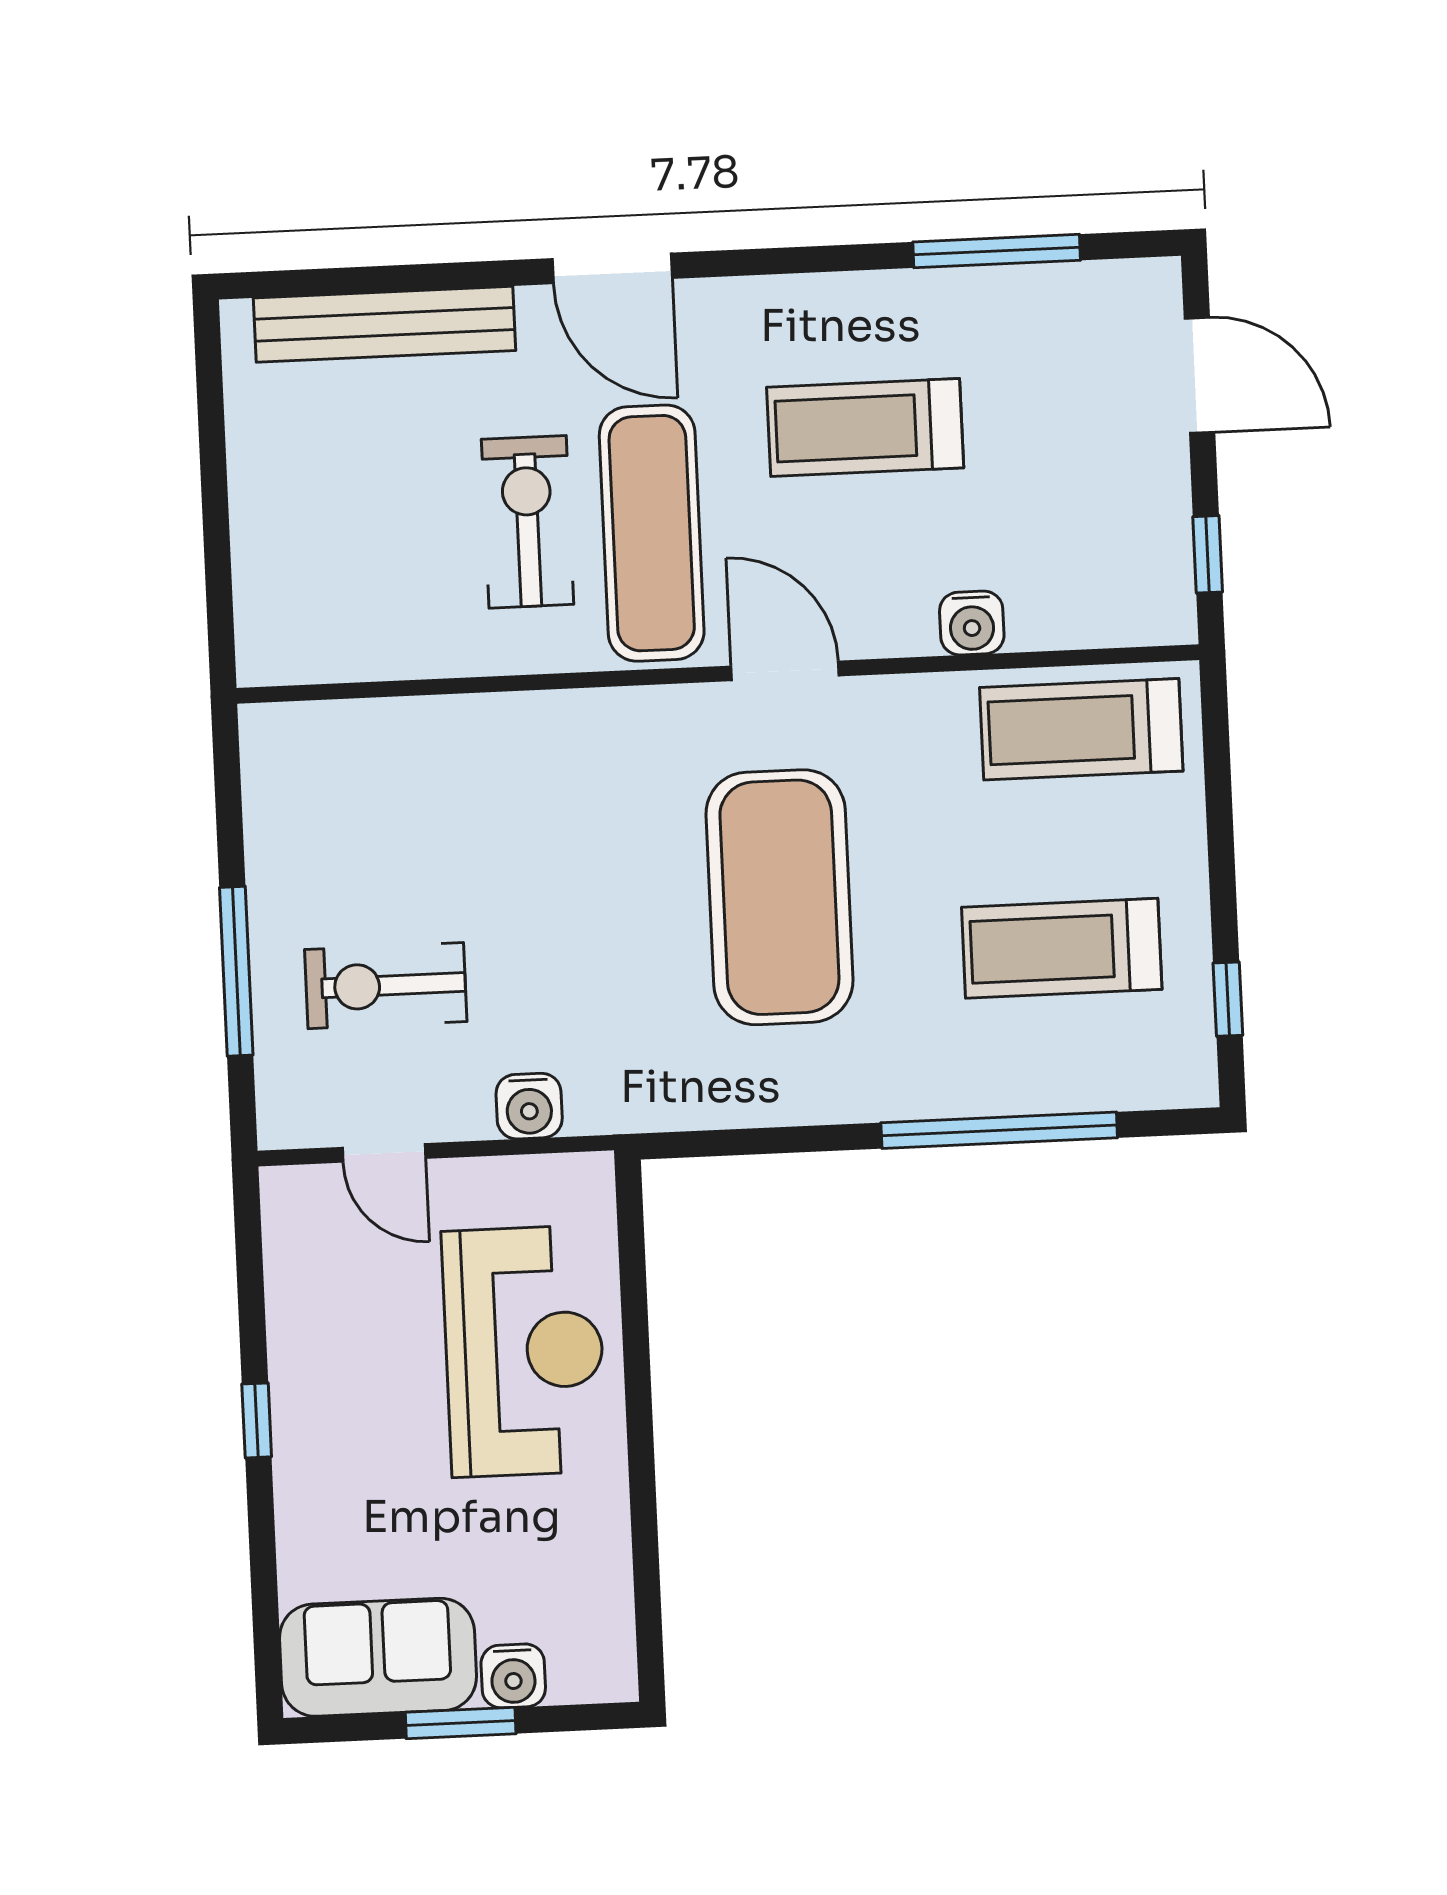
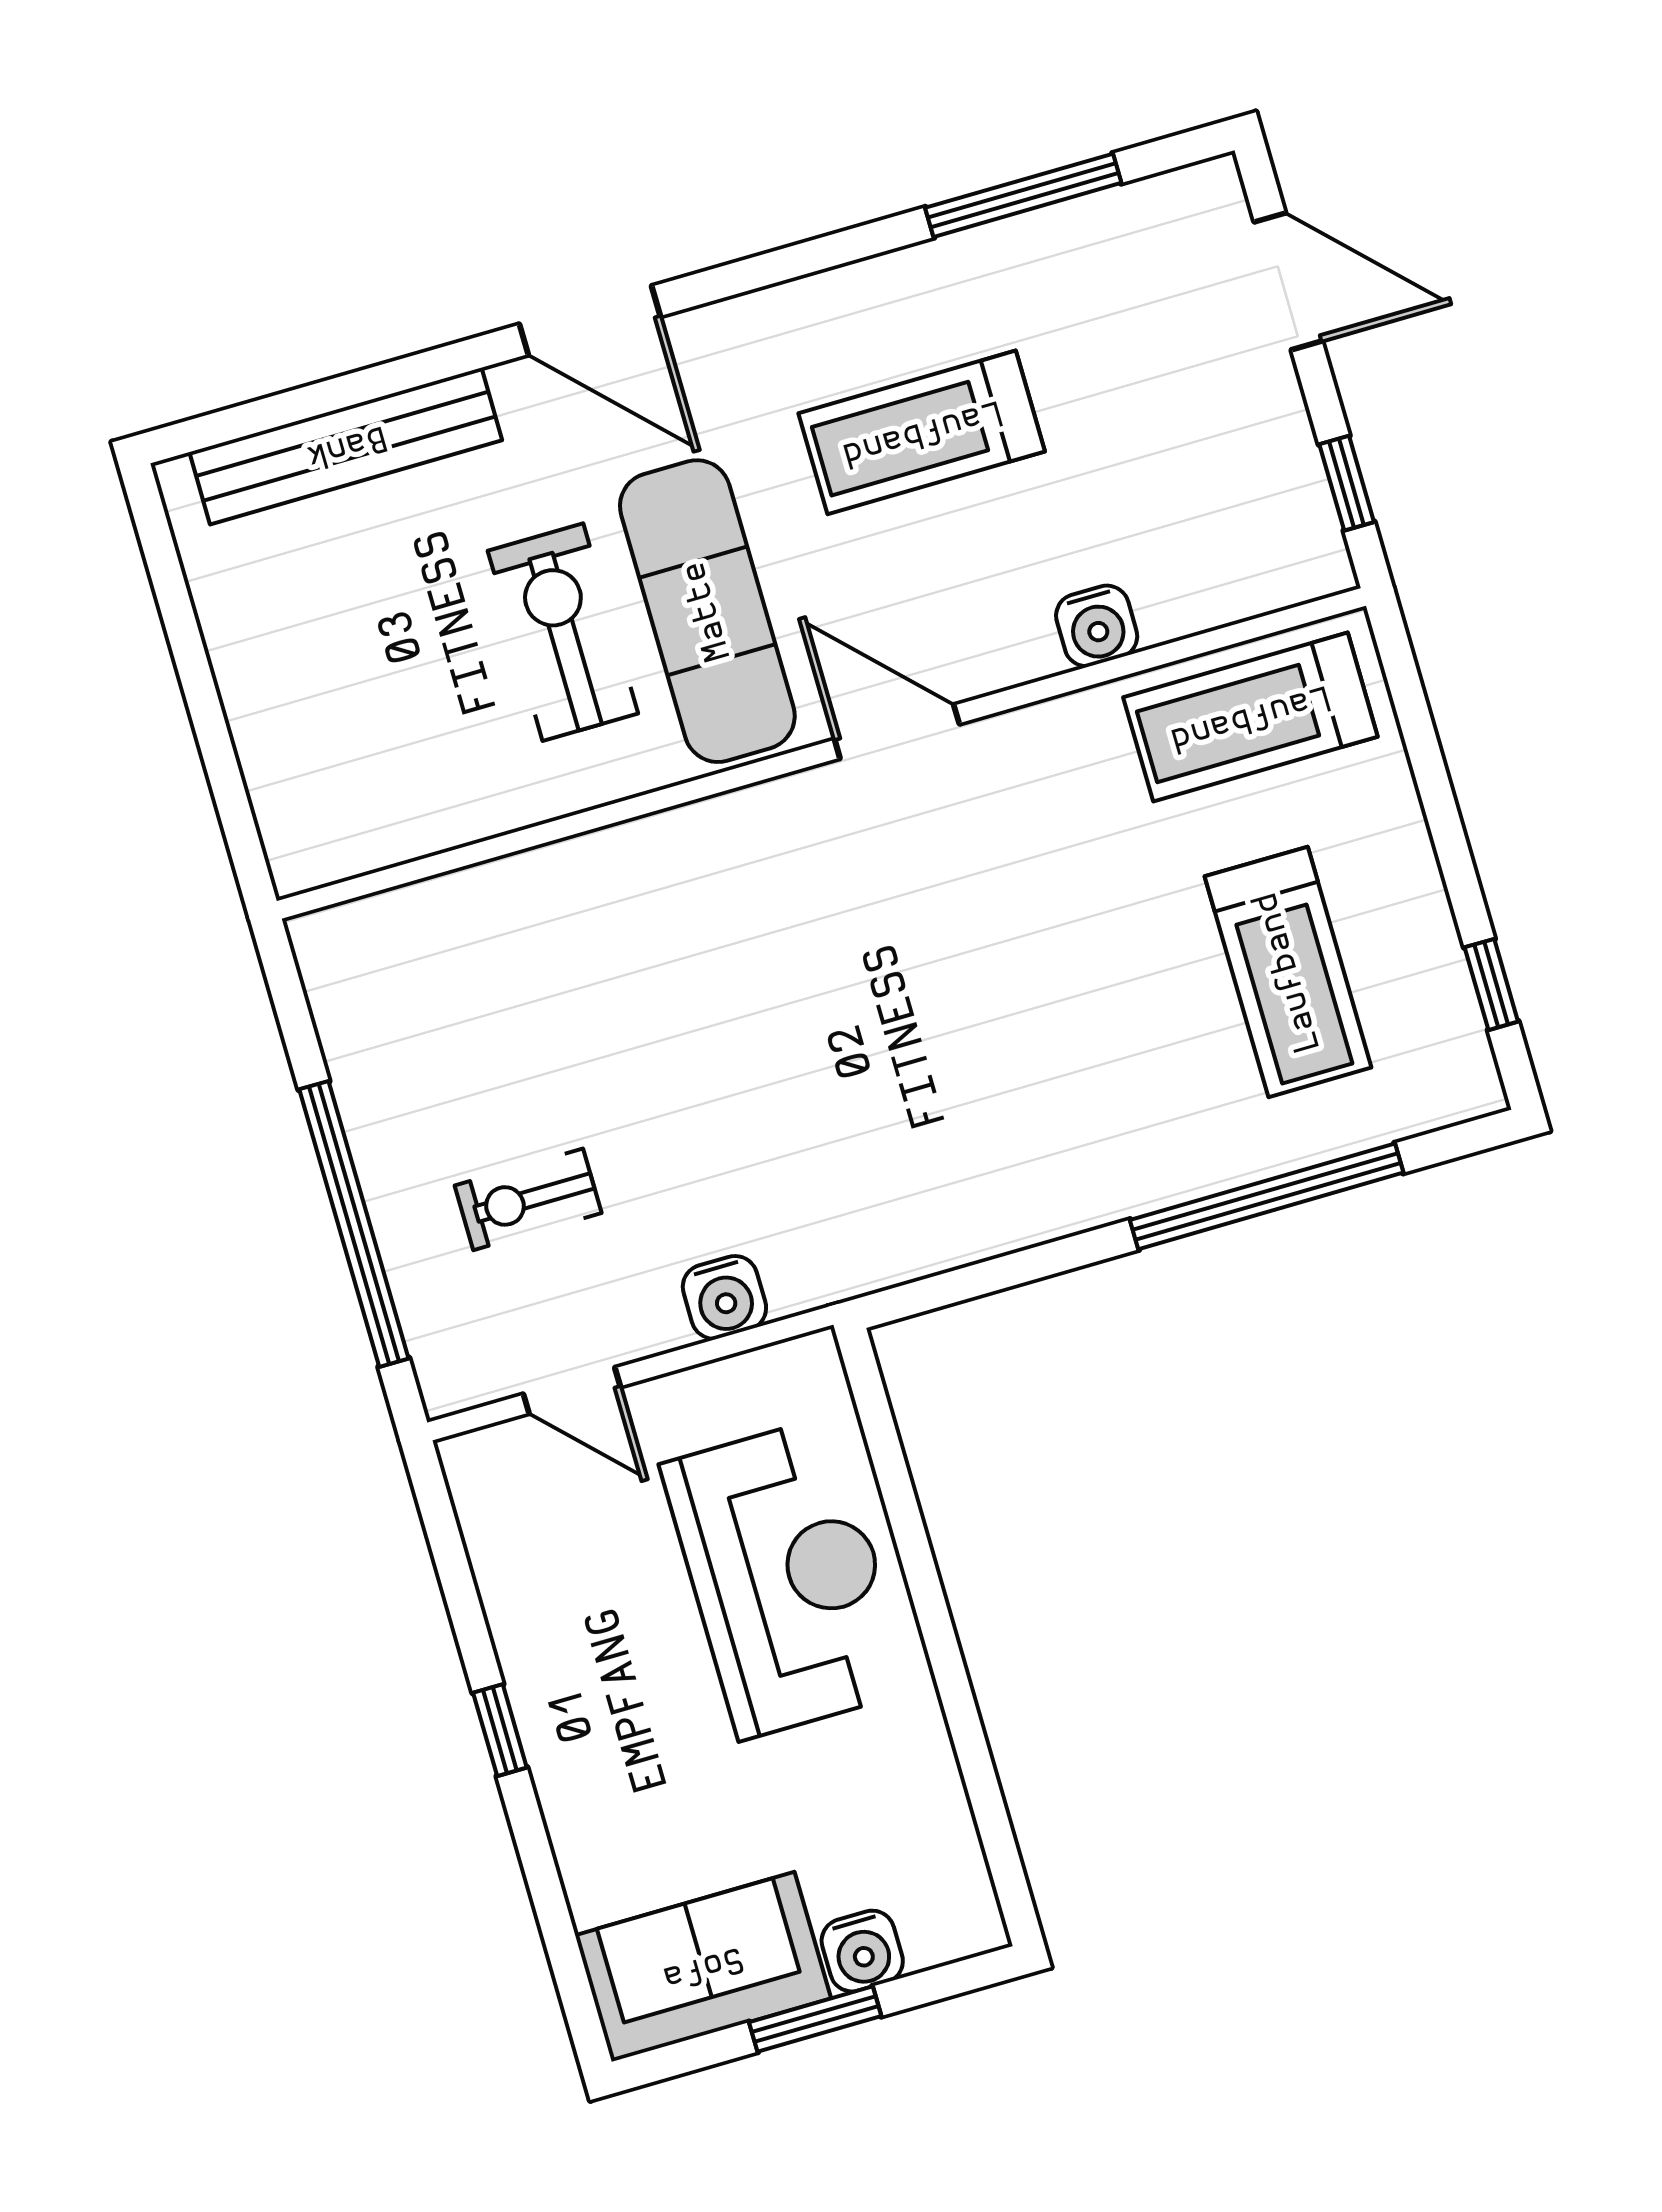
exercise mat: (779, 897) -> (952, 991), removed
treadmill: (1062, 948) -> (1288, 972), turned -90
window: (236, 971) -> (354, 1224), width x1.46
exercise bike: (386, 986) -> (528, 1199), width x0.73, depth x0.72

